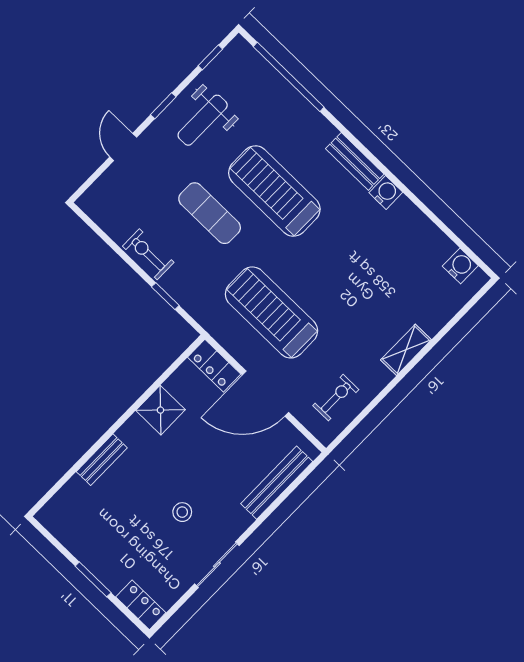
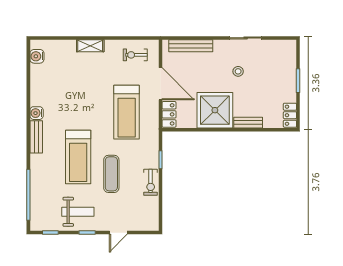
shower: (160, 410) -> (215, 110), width x1.86, depth x1.86
locker: (141, 605) -> (290, 115), moved

